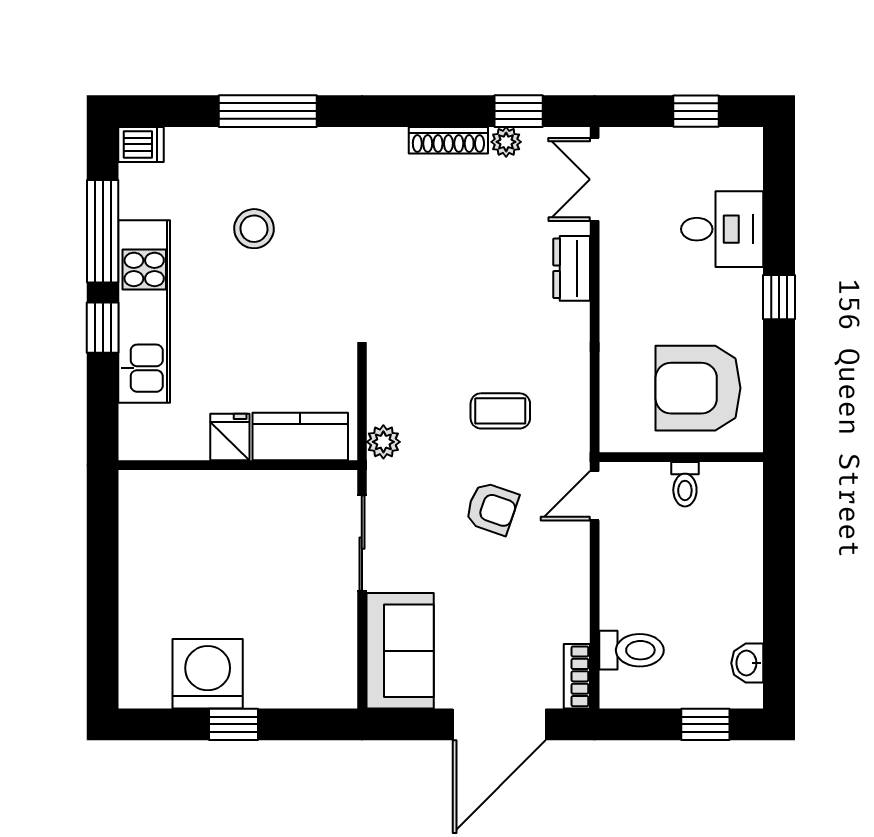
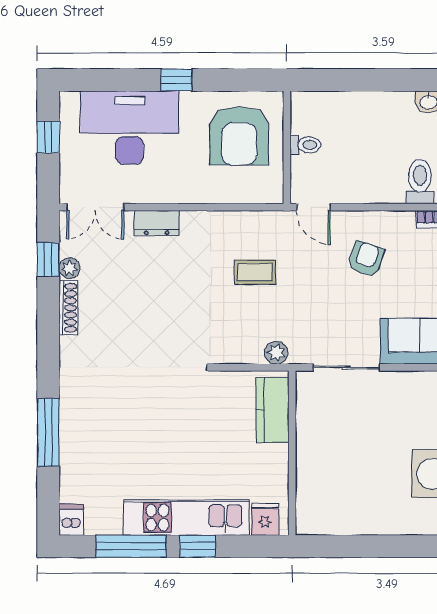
stool: (254, 229) -> (129, 442), removed
desk: (722, 229) -> (130, 128), width x1.87, depth x1.30
coffee table: (500, 411) -> (255, 272), turned 90
fridge: (230, 437) -> (265, 519), moved, turned 90
armchair: (492, 508) -> (366, 259), moved

